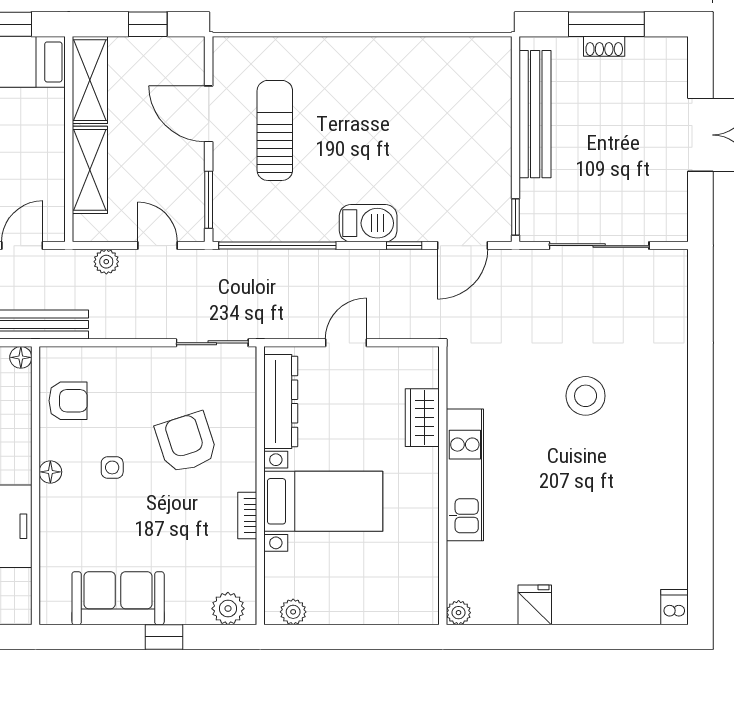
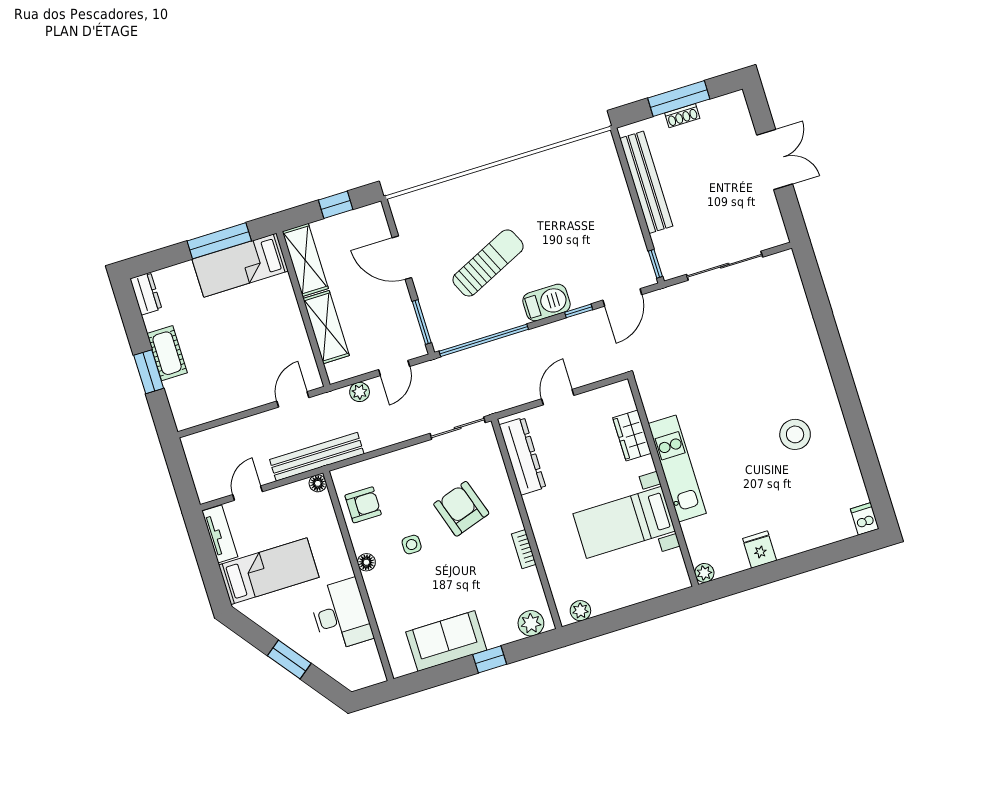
sun lounger: (275, 130) -> (488, 263), moved, turned 65
door: (158, 246) -> (394, 368), swing flipped
stool: (586, 396) -> (795, 434), moved
bed with nightstands: (323, 501) -> (624, 522), moved, turned 180

